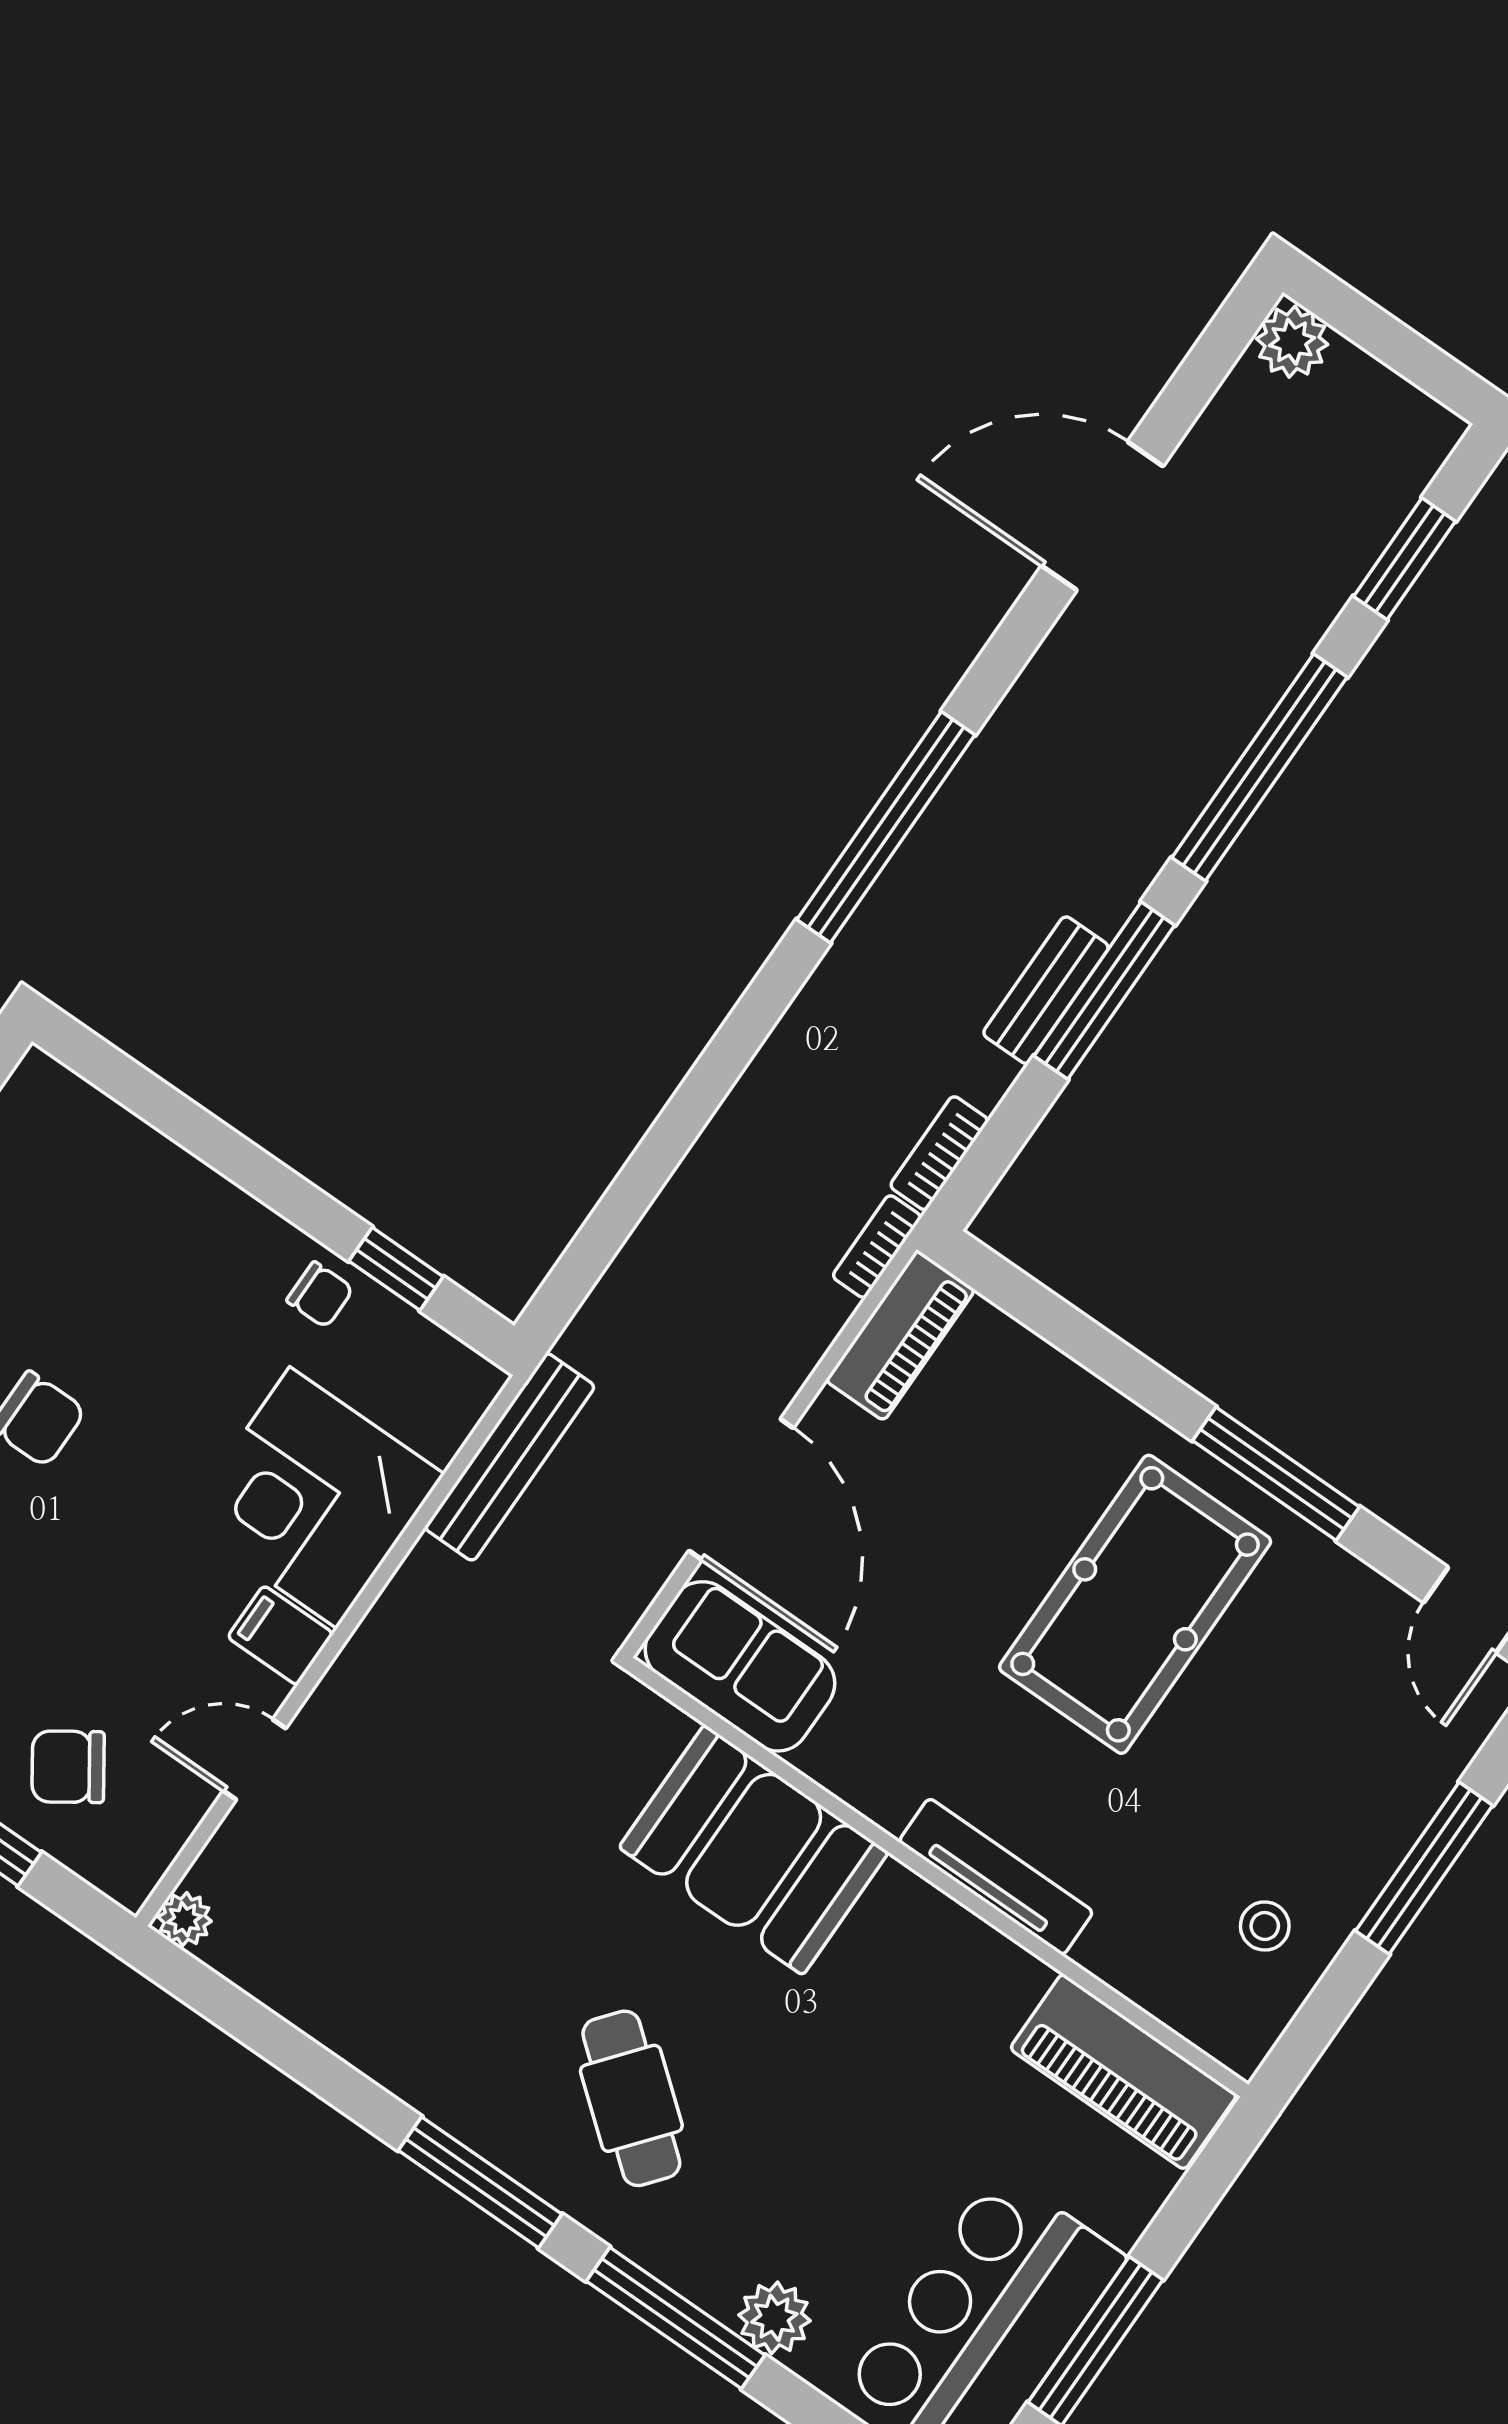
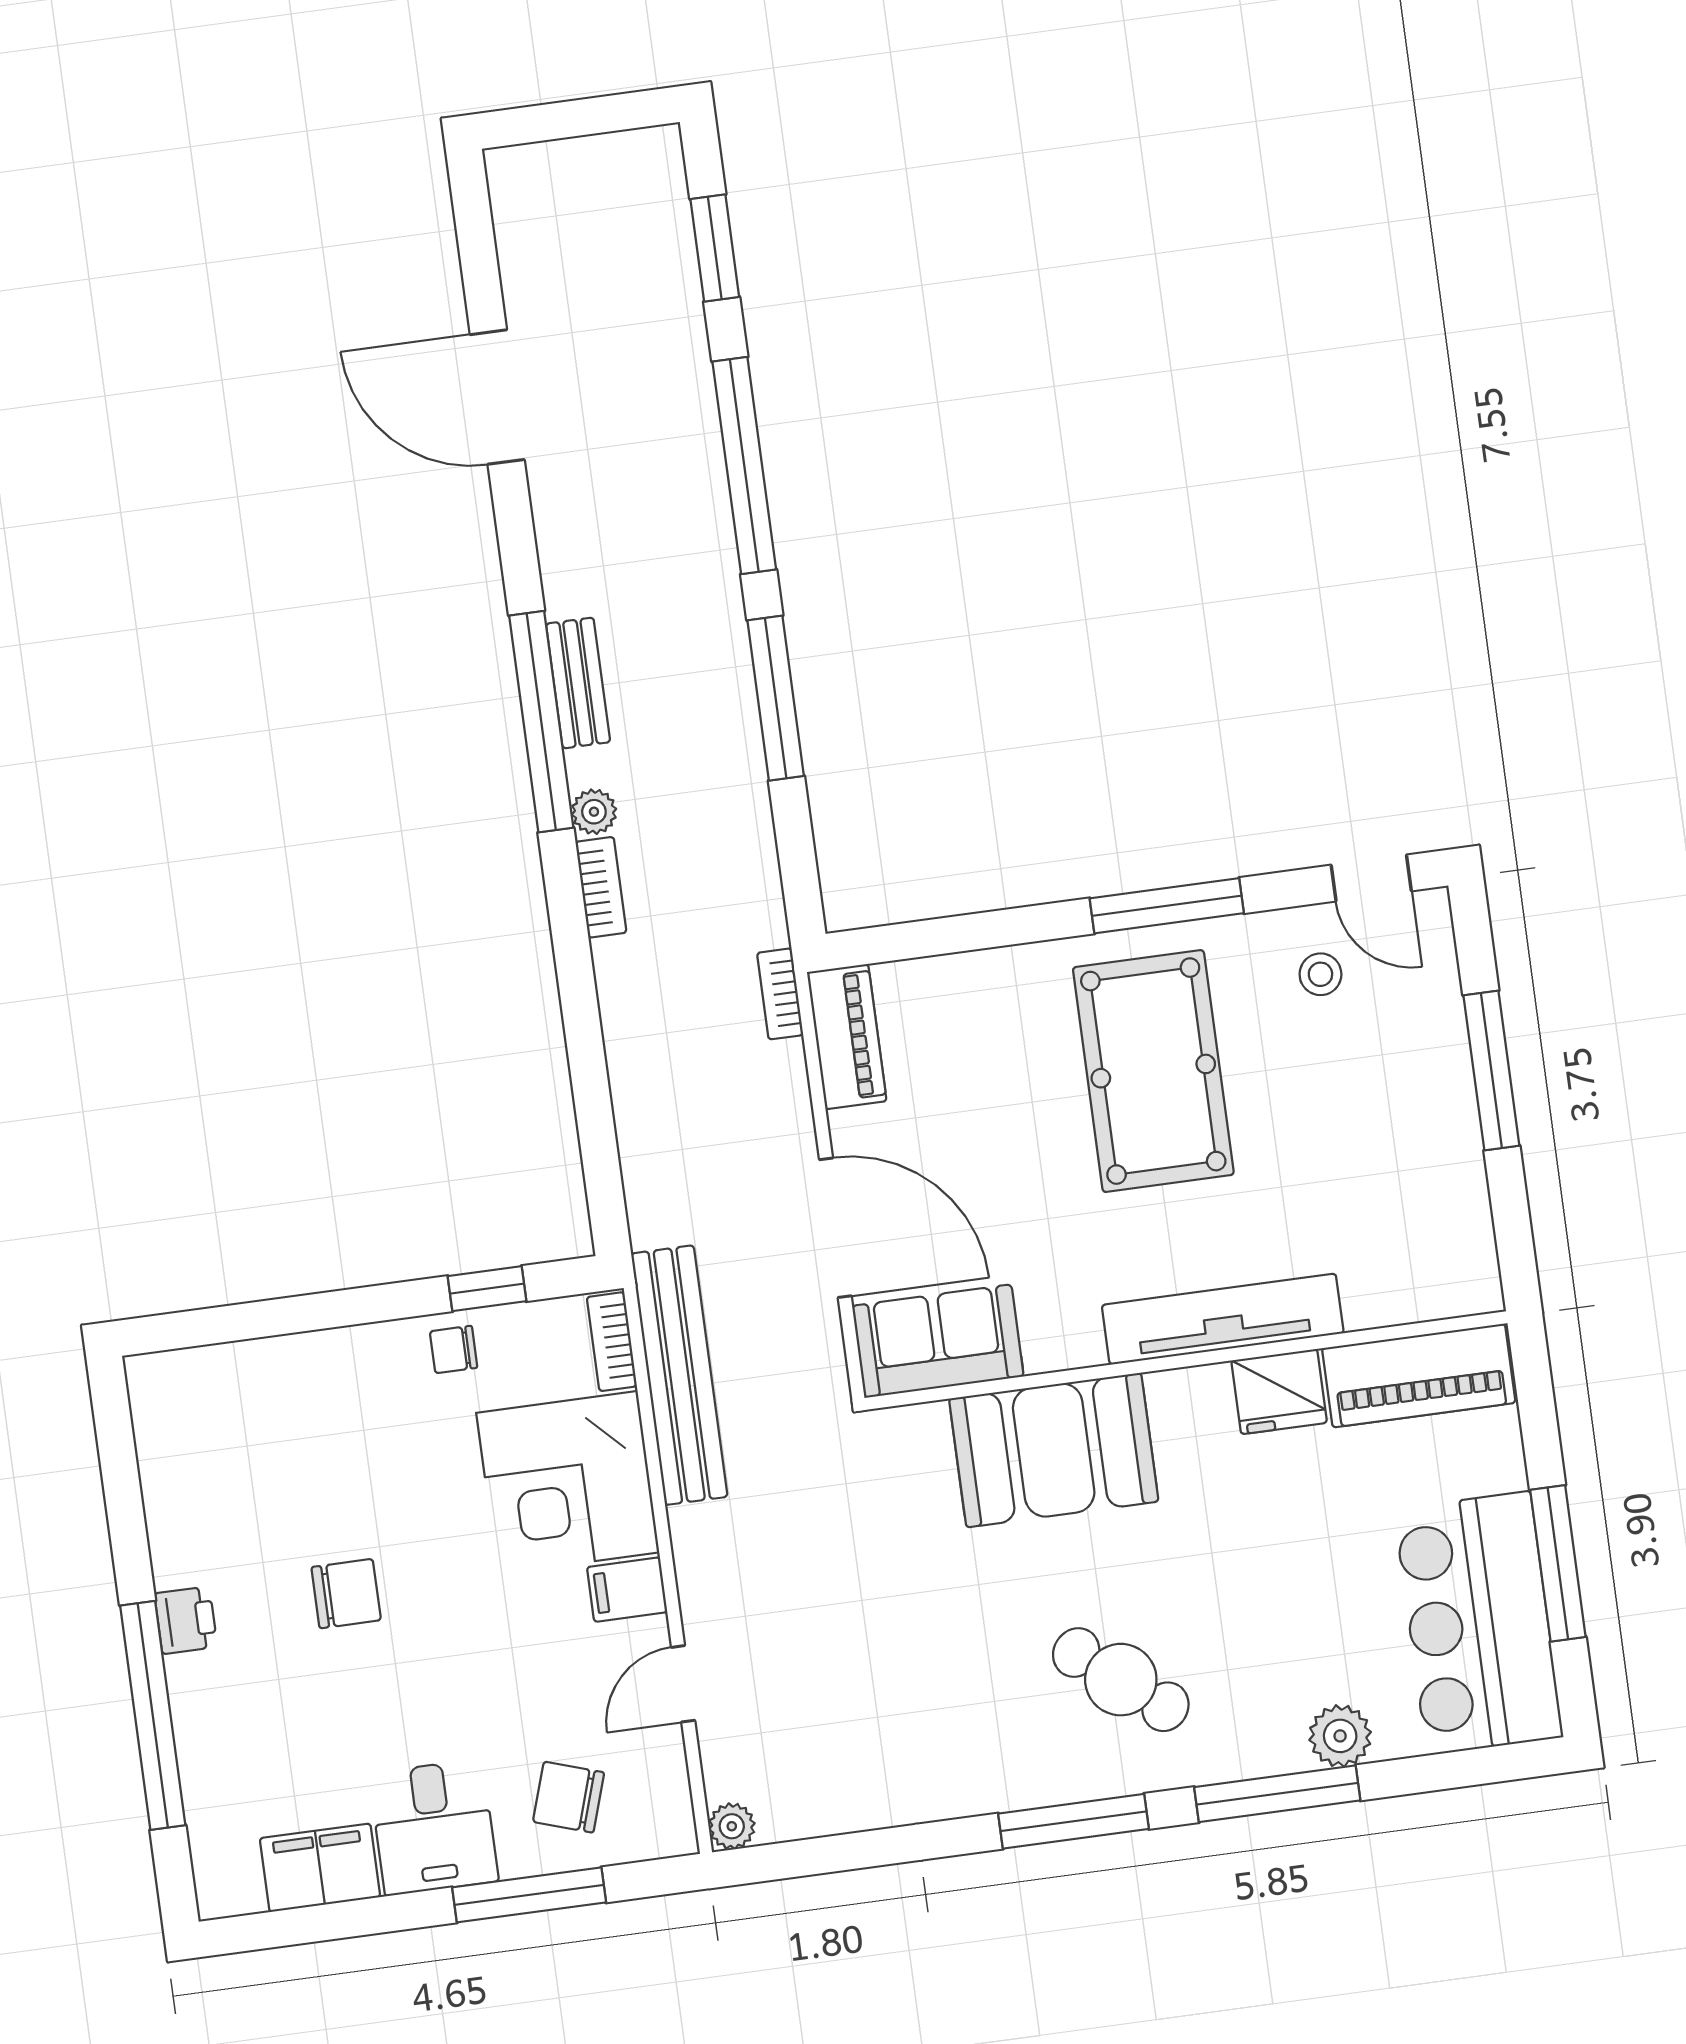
plant: (1292, 342) -> (594, 812), moved, width x0.73, depth x0.73
door: (1102, 516) -> (497, 397), hinge flipped
bench: (1046, 990) -> (578, 683), moved
bookcase: (939, 1153) -> (601, 887), moved, turned 180
chair: (320, 1295) -> (454, 1350), turned 180
bookcase: (461, 1412) -> (612, 1342), added
bench: (510, 1457) -> (679, 1375), width x1.37, depth x1.21
chair: (68, 1767) -> (569, 1797), turned 52
tv unit: (996, 1877) -> (1223, 1319), width x1.36, depth x1.29
stool: (1265, 1926) -> (1320, 974), moved
fridge: (992, 1976) -> (1279, 1392), added

